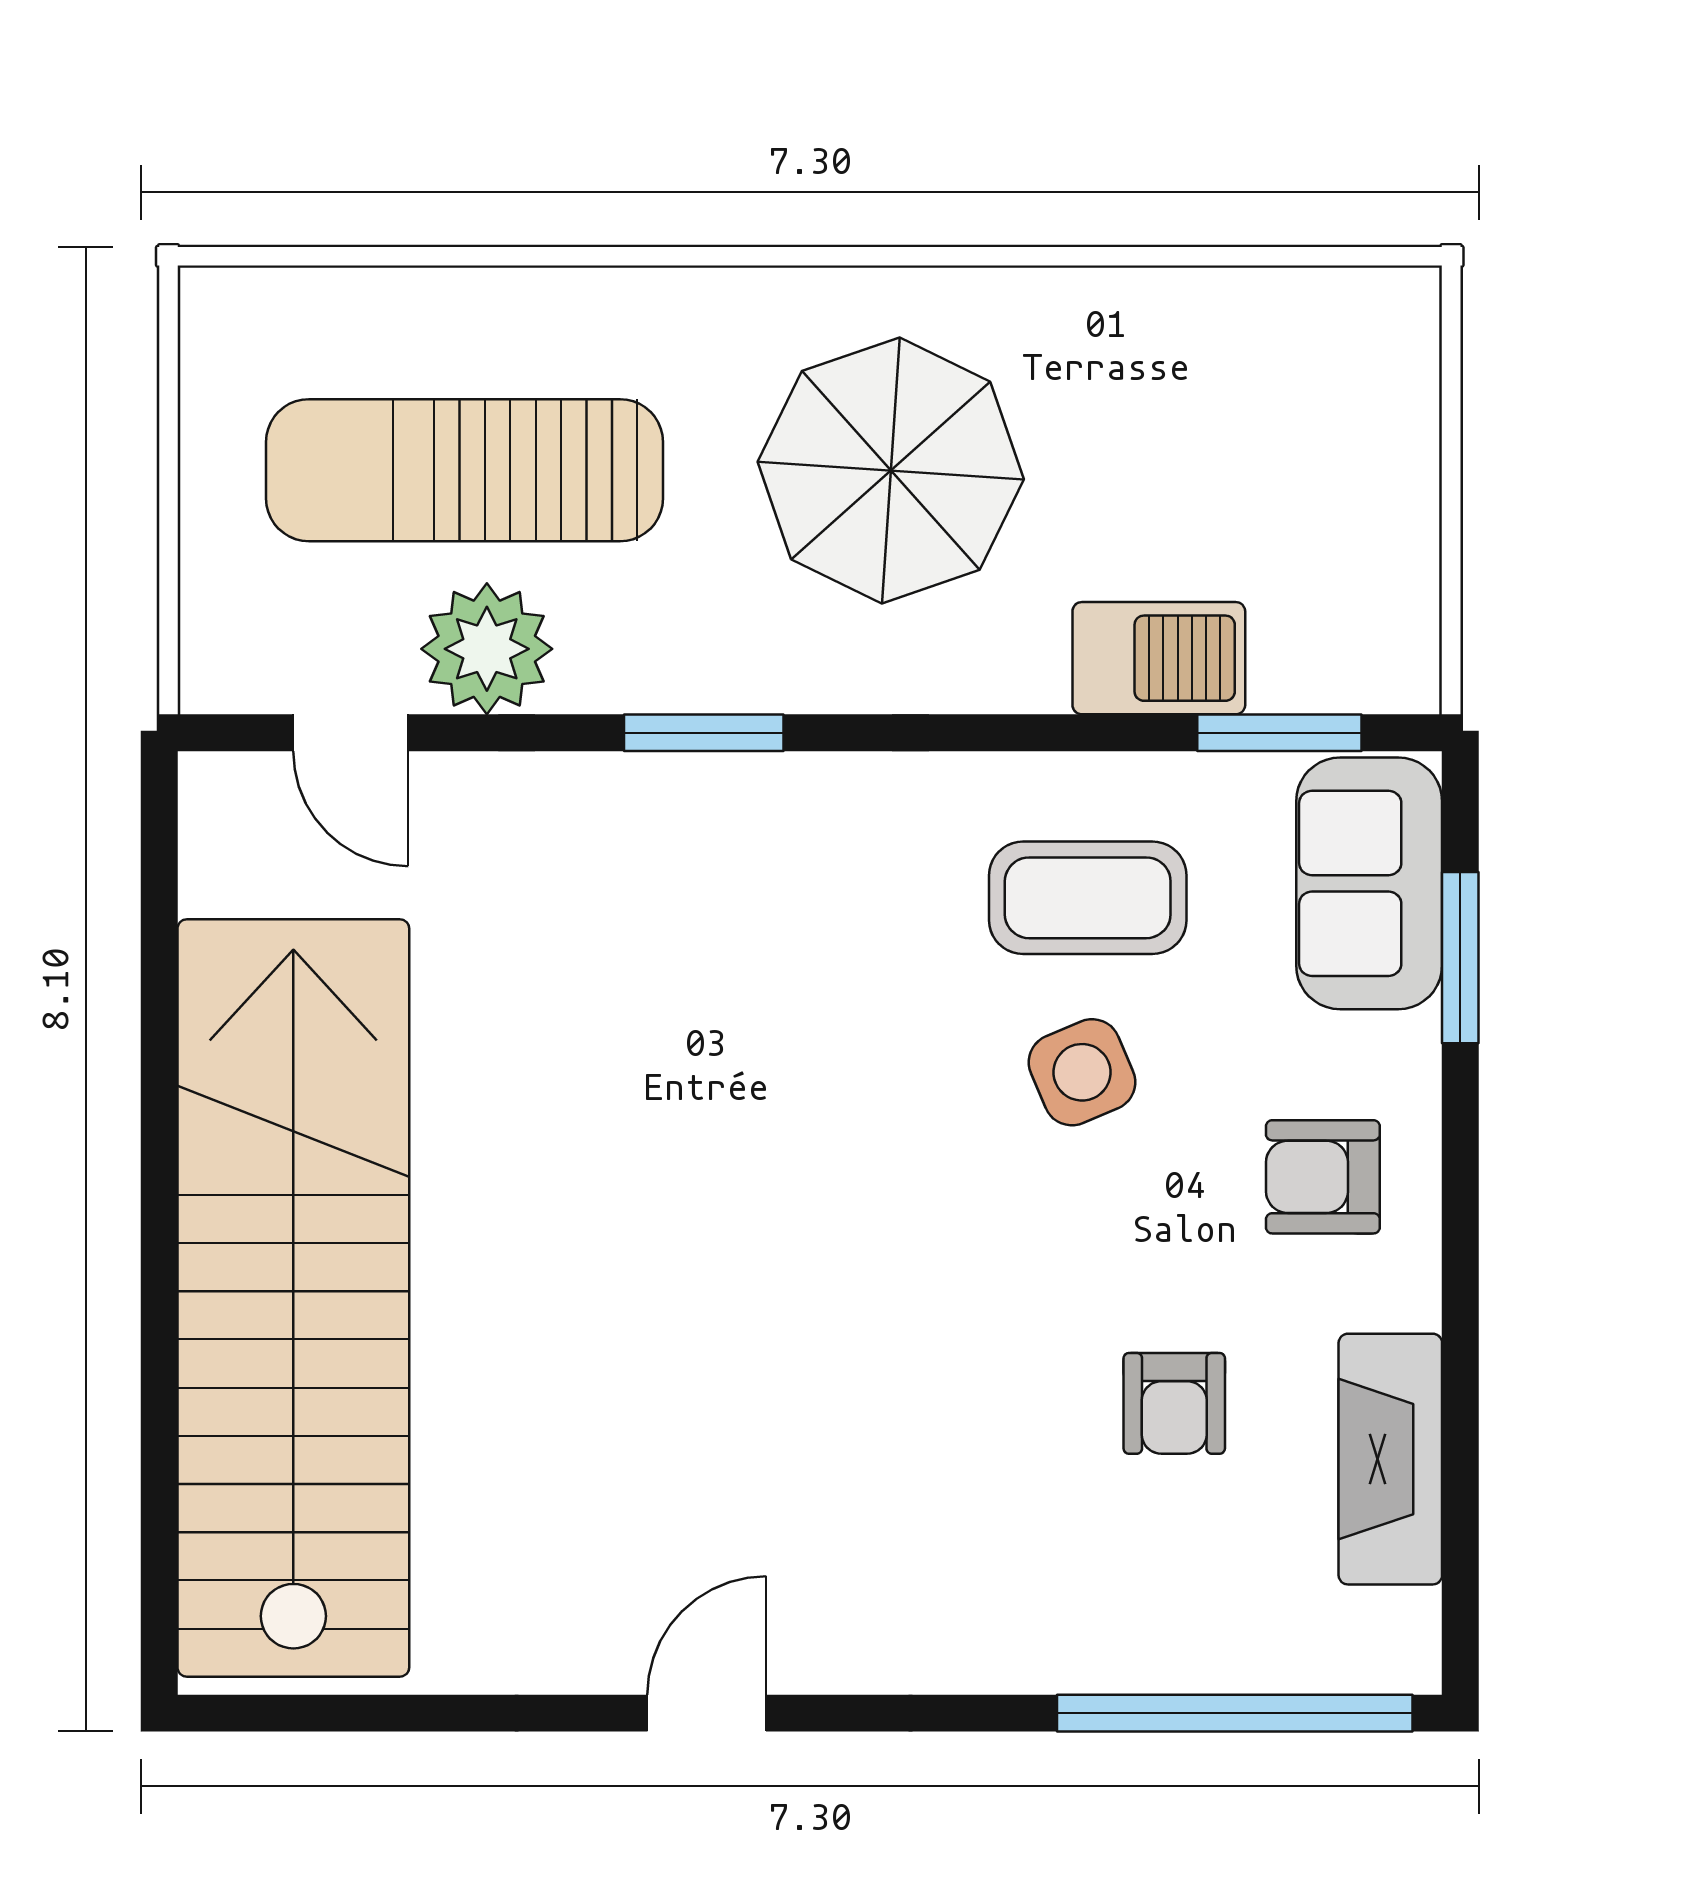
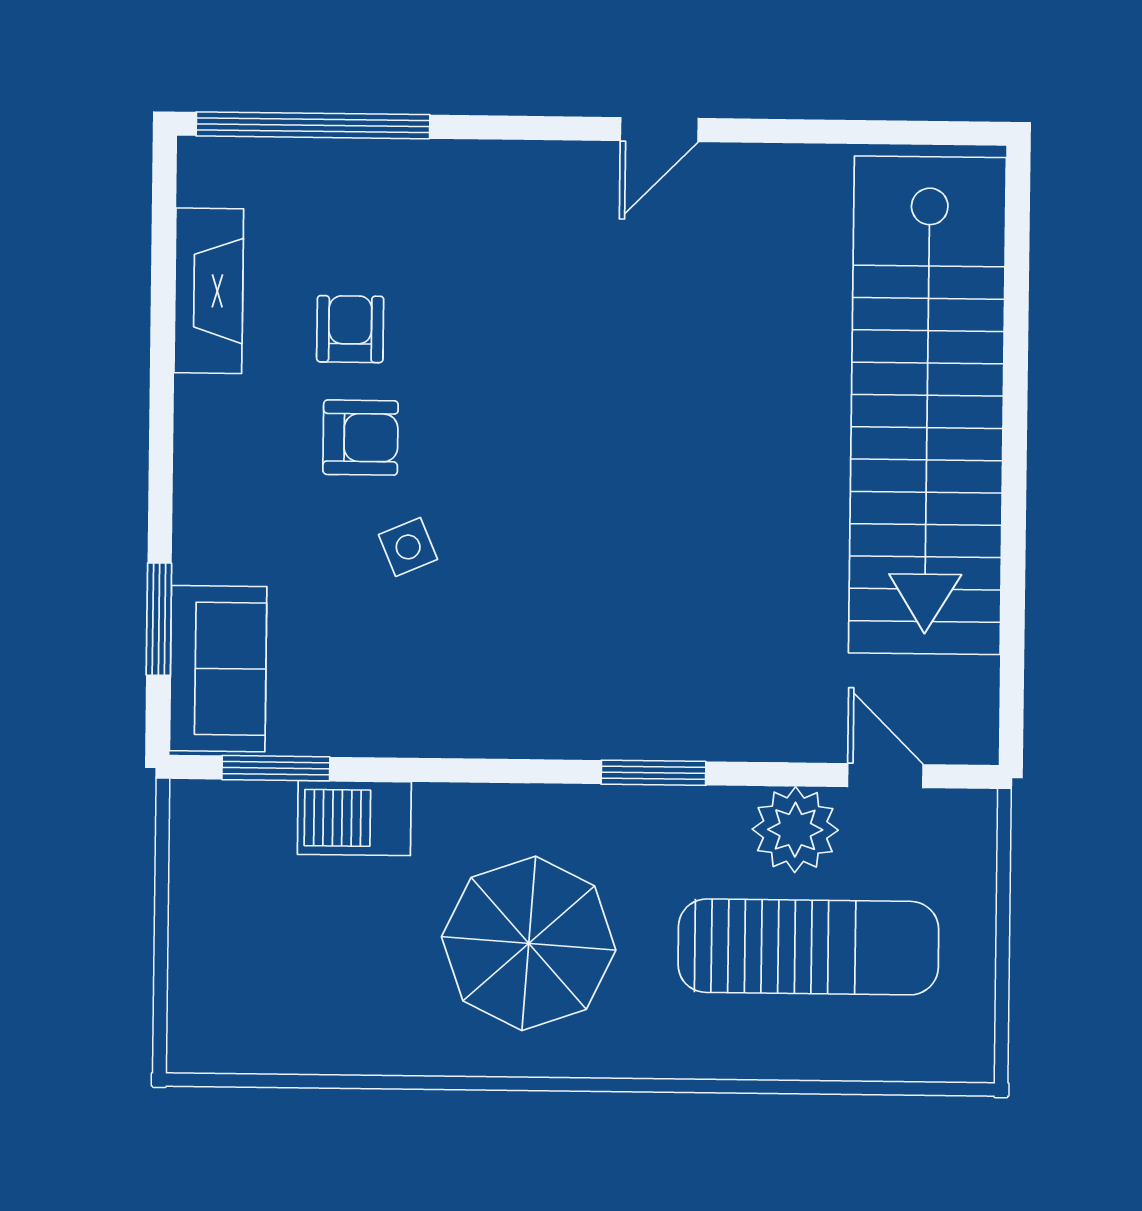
coffee table: (1088, 898) -> (403, 661), removed
side table: (1082, 1072) -> (408, 547), width x0.73, depth x0.73
armchair: (1323, 1177) -> (361, 438), moved

